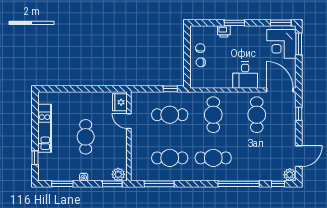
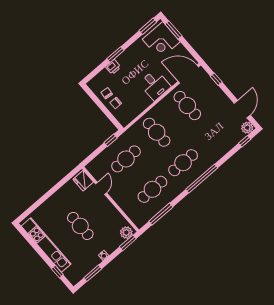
door: (129, 121) -> (101, 188), swing flipped
kitchen unit: (45, 128) -> (46, 245), width x1.36
window: (239, 184) -> (202, 179), moved

